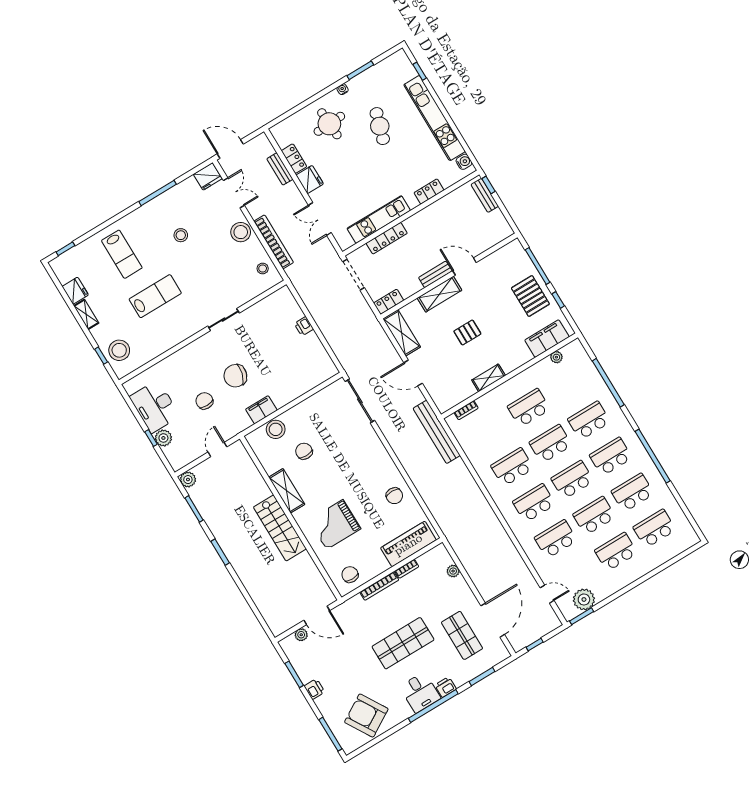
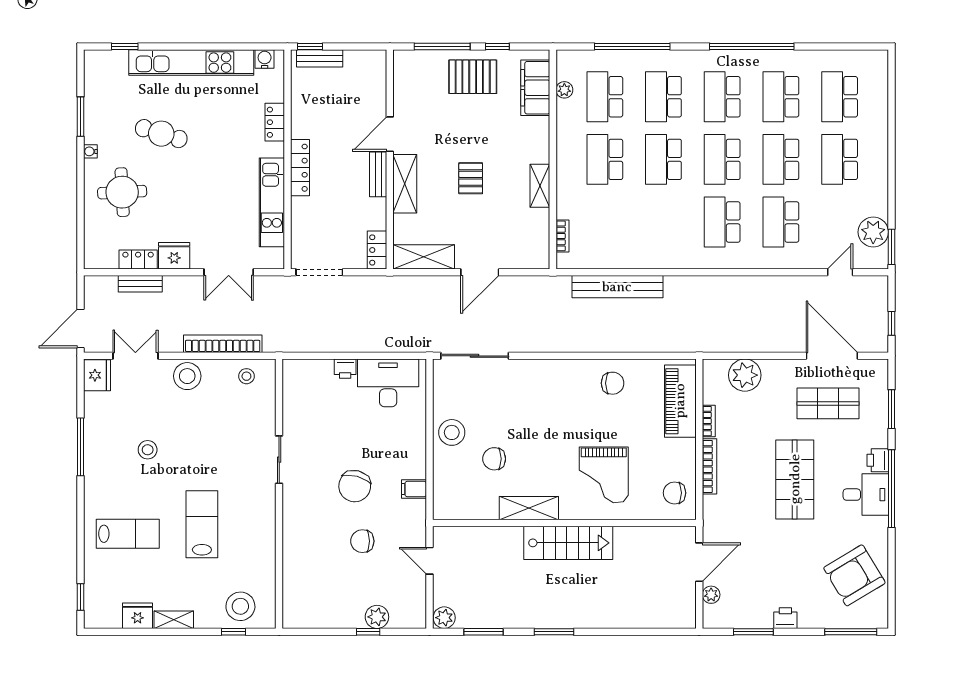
locker: (387, 238) -> (300, 168), moved
desk: (155, 406) -> (388, 383), moved, turned 180
filing cabinet: (261, 410) -> (414, 489), width x0.50
stool: (276, 429) -> (452, 432), moved
bench: (437, 432) -> (617, 287), moved
school desk: (512, 467) -> (605, 97), moved
plant: (453, 571) -> (745, 375), width x1.88, depth x1.88

